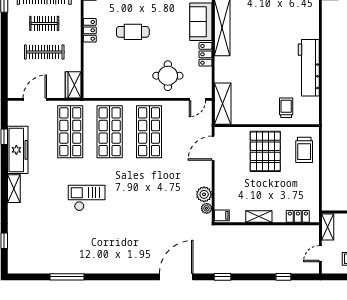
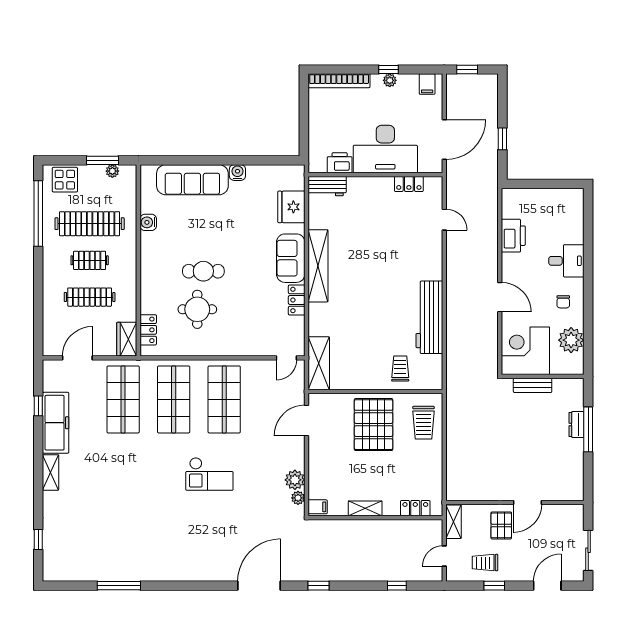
locker: (90, 30) -> (148, 330), moved
round table: (168, 76) -> (197, 309), moved
checkout: (87, 198) -> (209, 474), moved, turned 180

